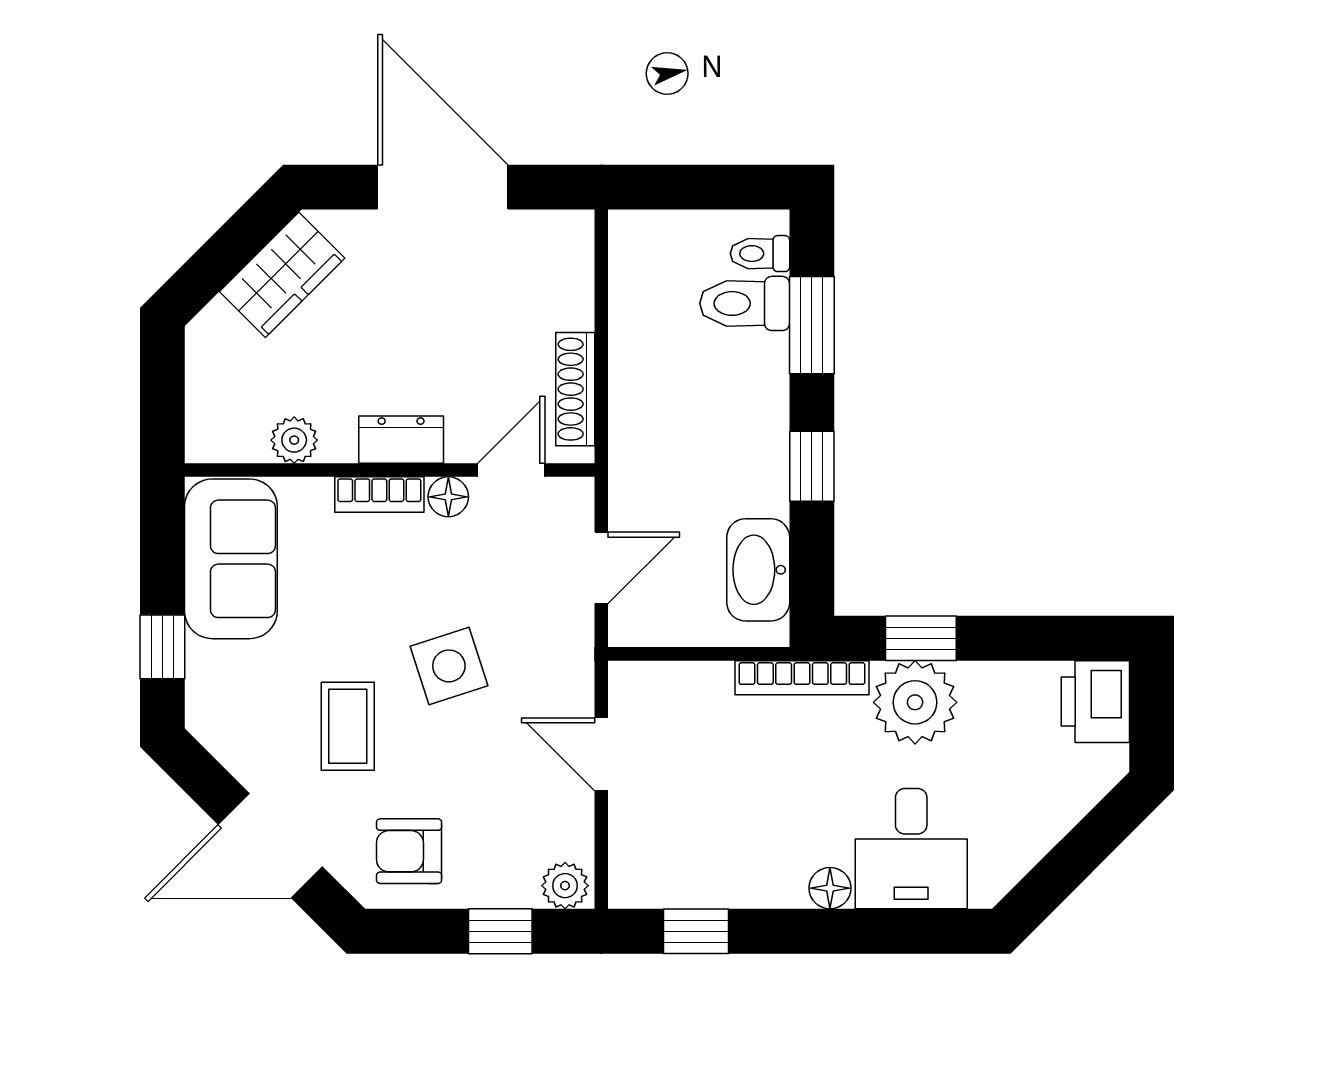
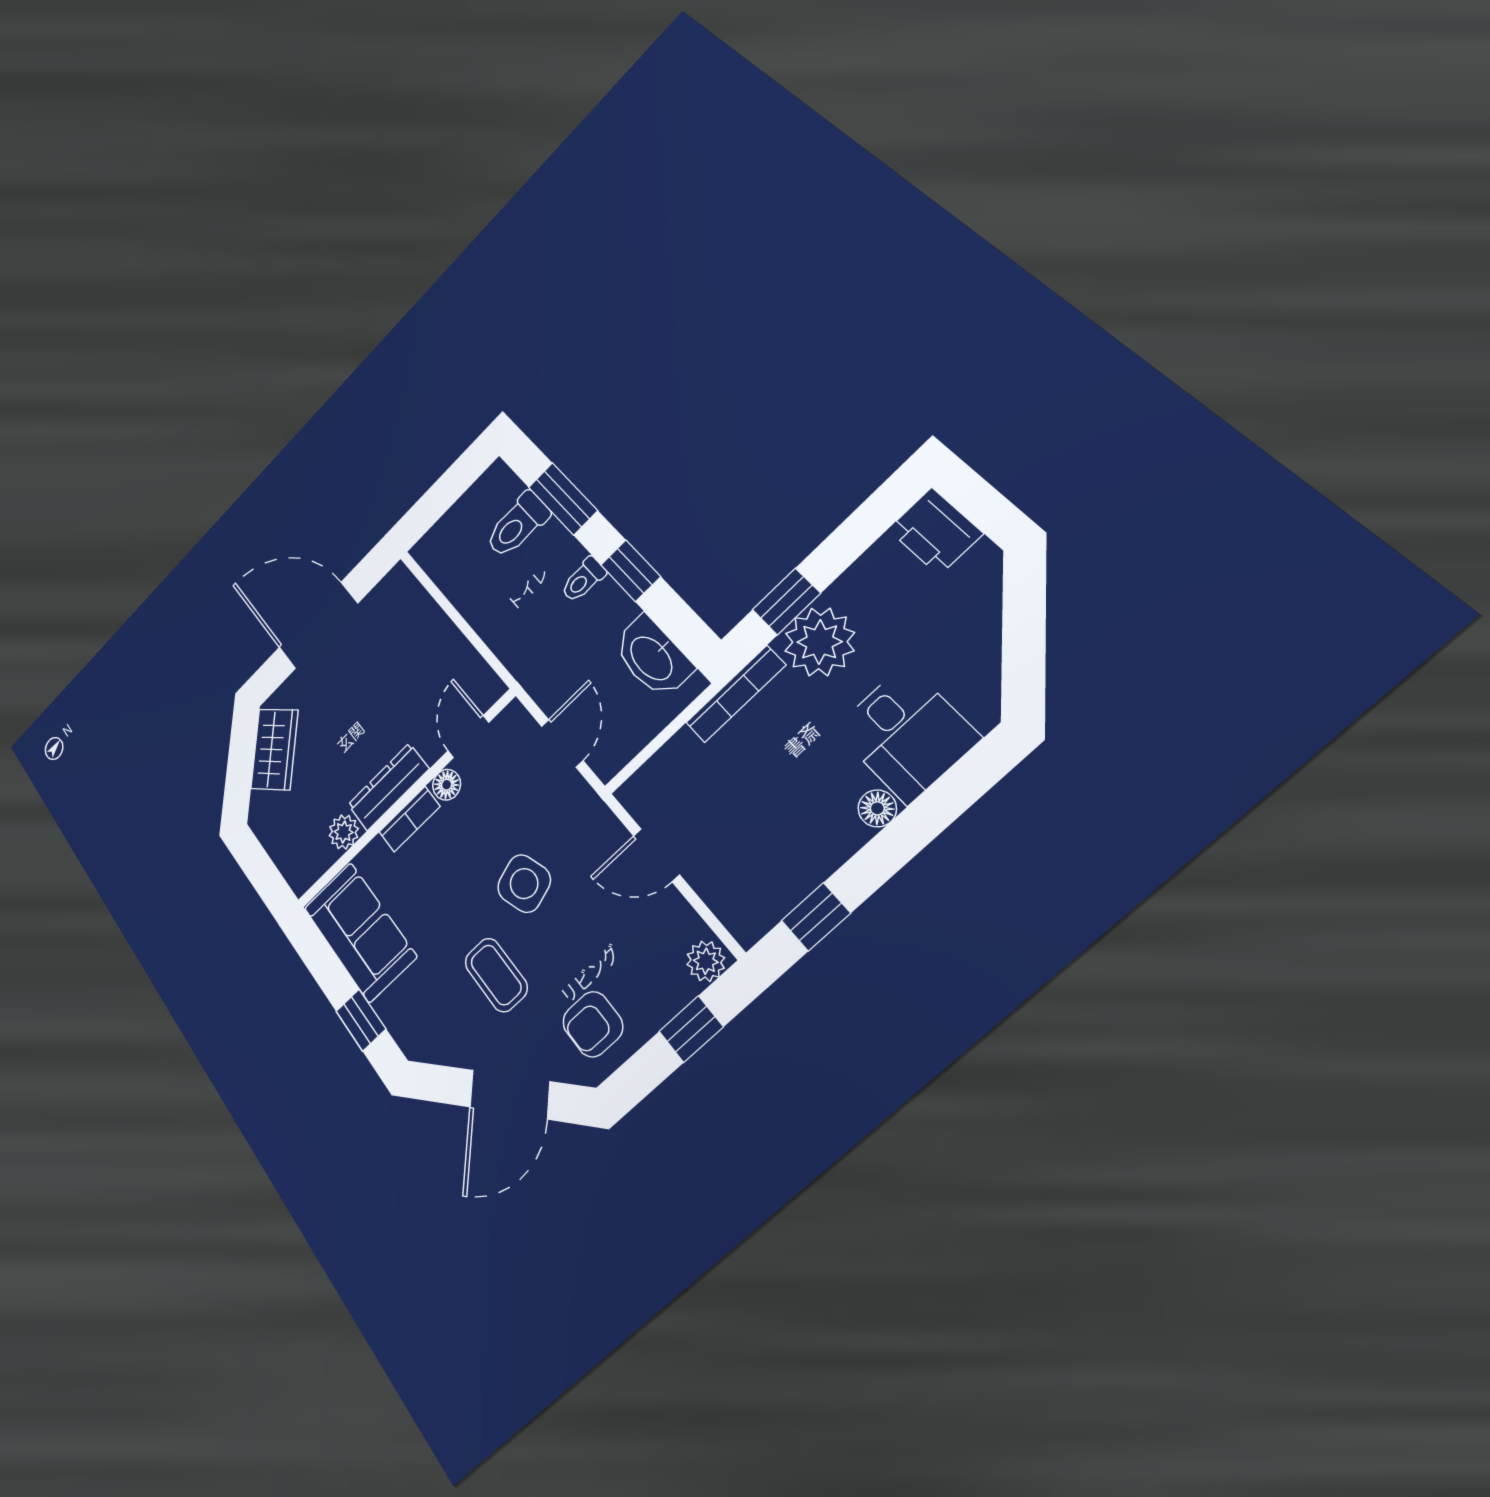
toilet: (760, 254) -> (583, 580), moved
shoe rack: (575, 389) -> (466, 659), removed
dresser: (401, 440) -> (388, 787), width x1.44

